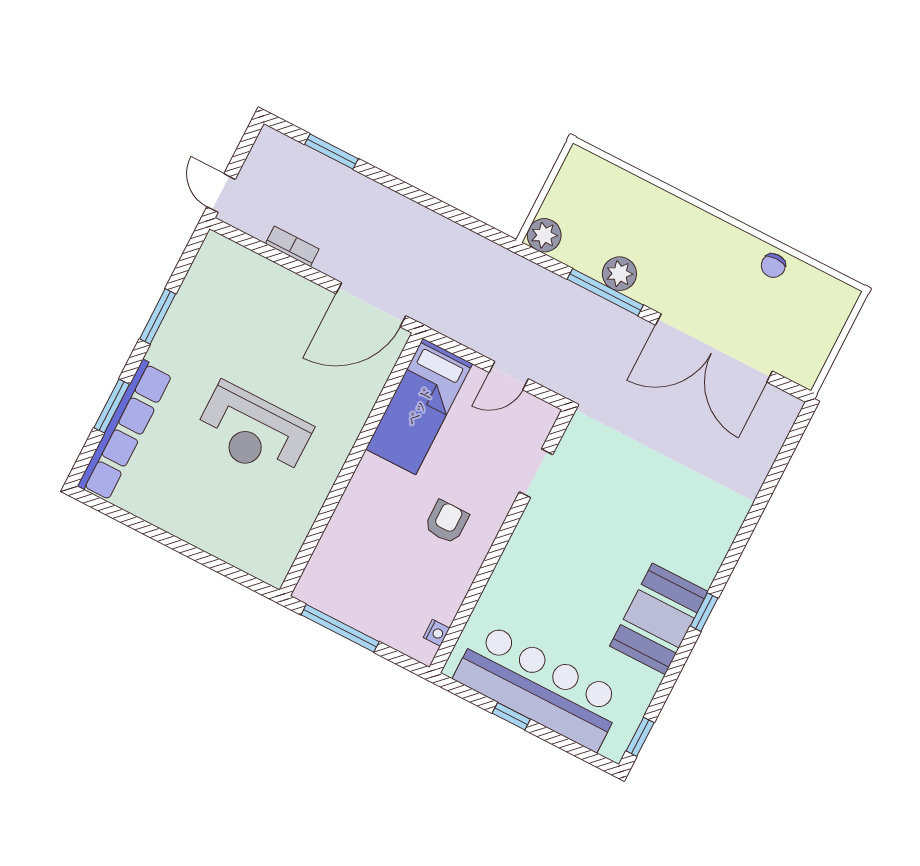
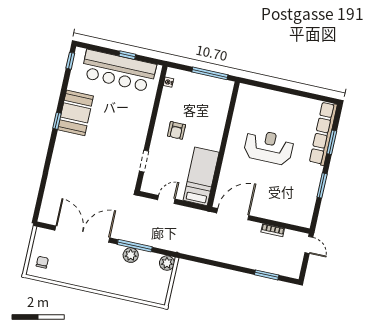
chair: (773, 266) -> (42, 262), moved

